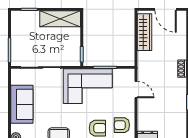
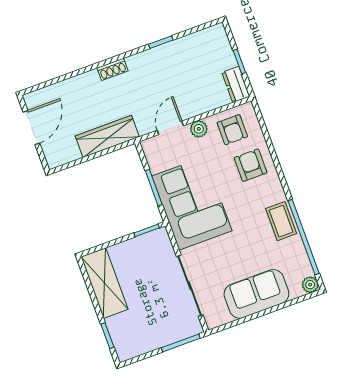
wardrobe: (144, 32) -> (107, 136), moved
plant: (129, 106) -> (199, 129), added

